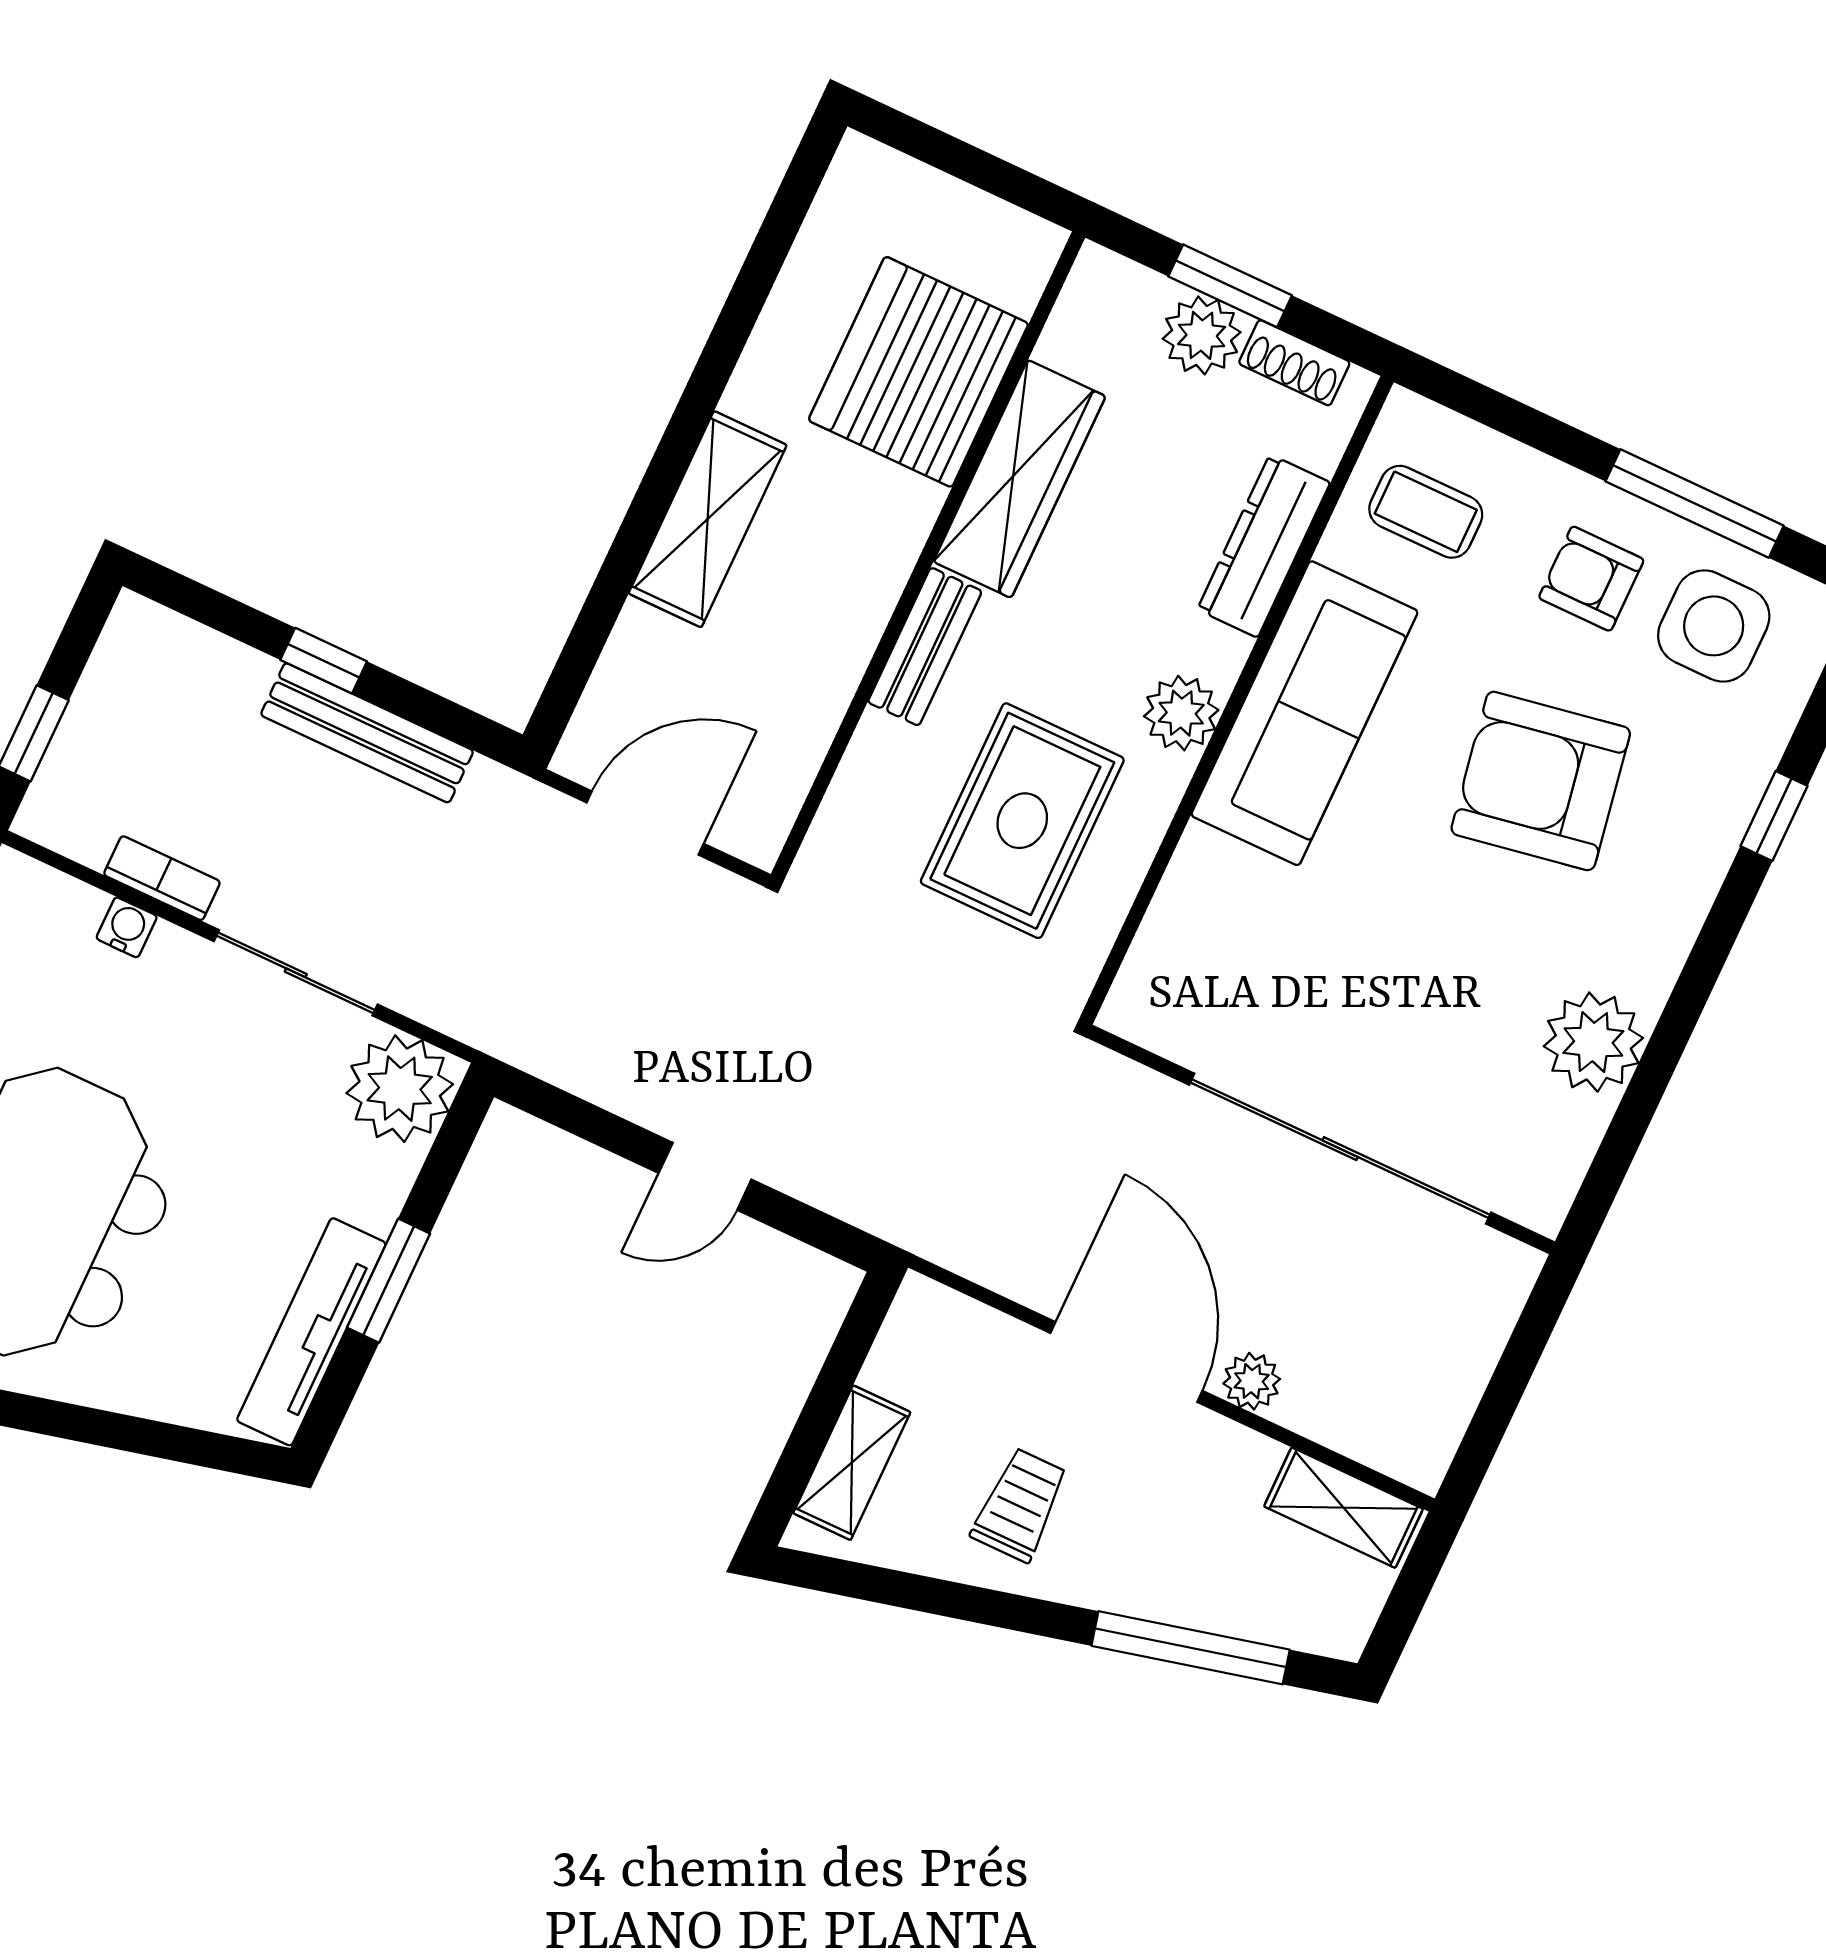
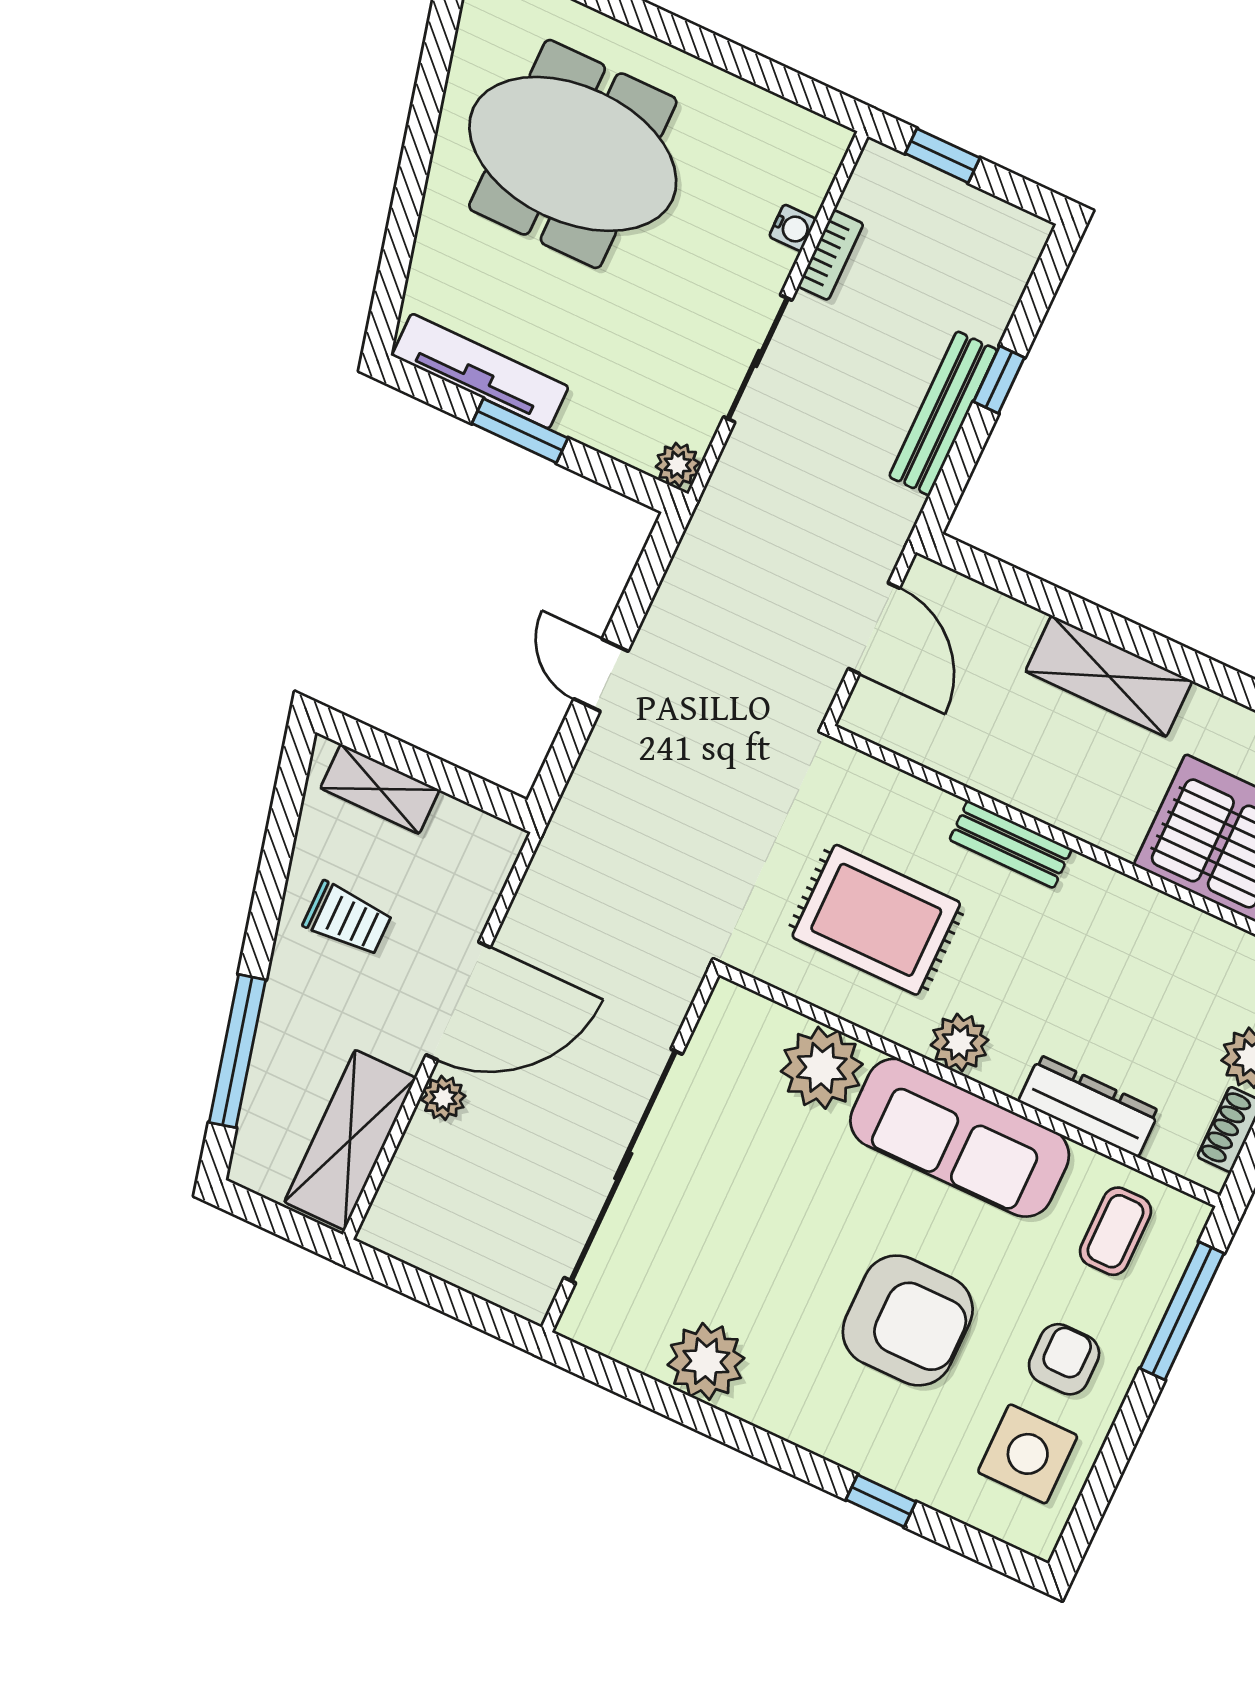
wardrobe: (1019, 479) -> (1140, 917), removed
window: (1695, 503) -> (1182, 1311), moved
armchair: (1541, 781) -> (908, 1320), turned 100
plant: (1214, 891) -> (822, 1068), added
plant: (400, 1089) -> (678, 465), width x0.53, depth x0.53
shelving: (1343, 1508) -> (350, 1140), width x1.50, depth x1.33

